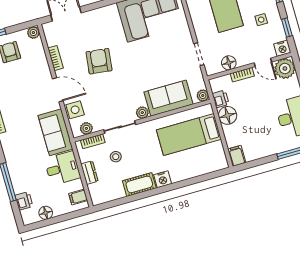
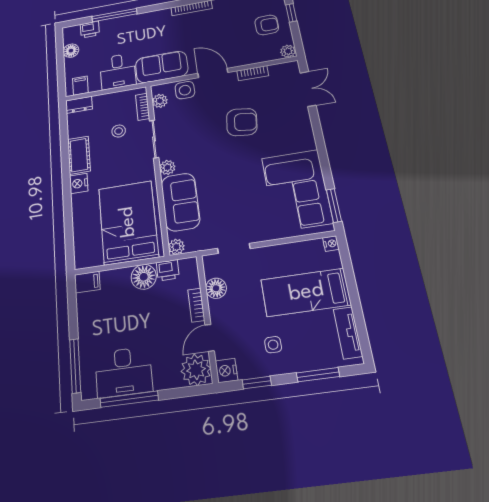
door: (58, 90) -> (213, 73), swing flipped
bed: (189, 135) -> (128, 222), width x1.50
dresser: (90, 173) -> (79, 105), moved

